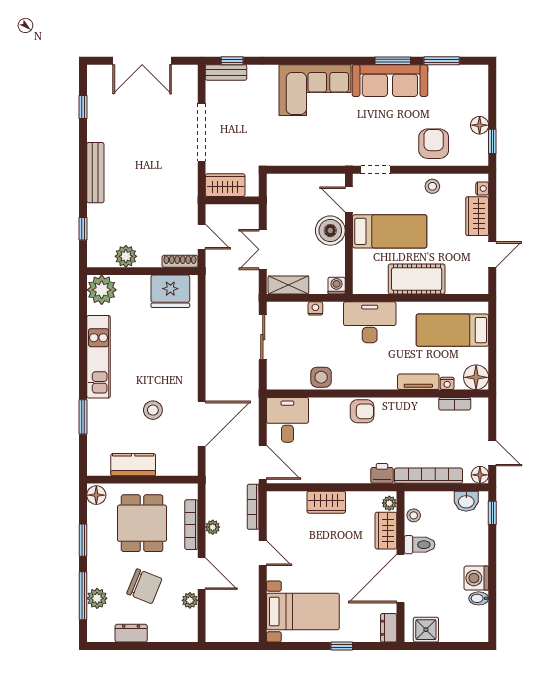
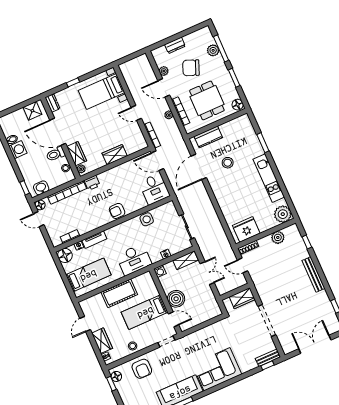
floor lamp: (480, 125) -> (116, 376), moved
kitchen counter: (133, 465) -> (208, 137), moved
door: (400, 579) -> (58, 132), swing flipped
dresser: (131, 633) -> (175, 45), moved

